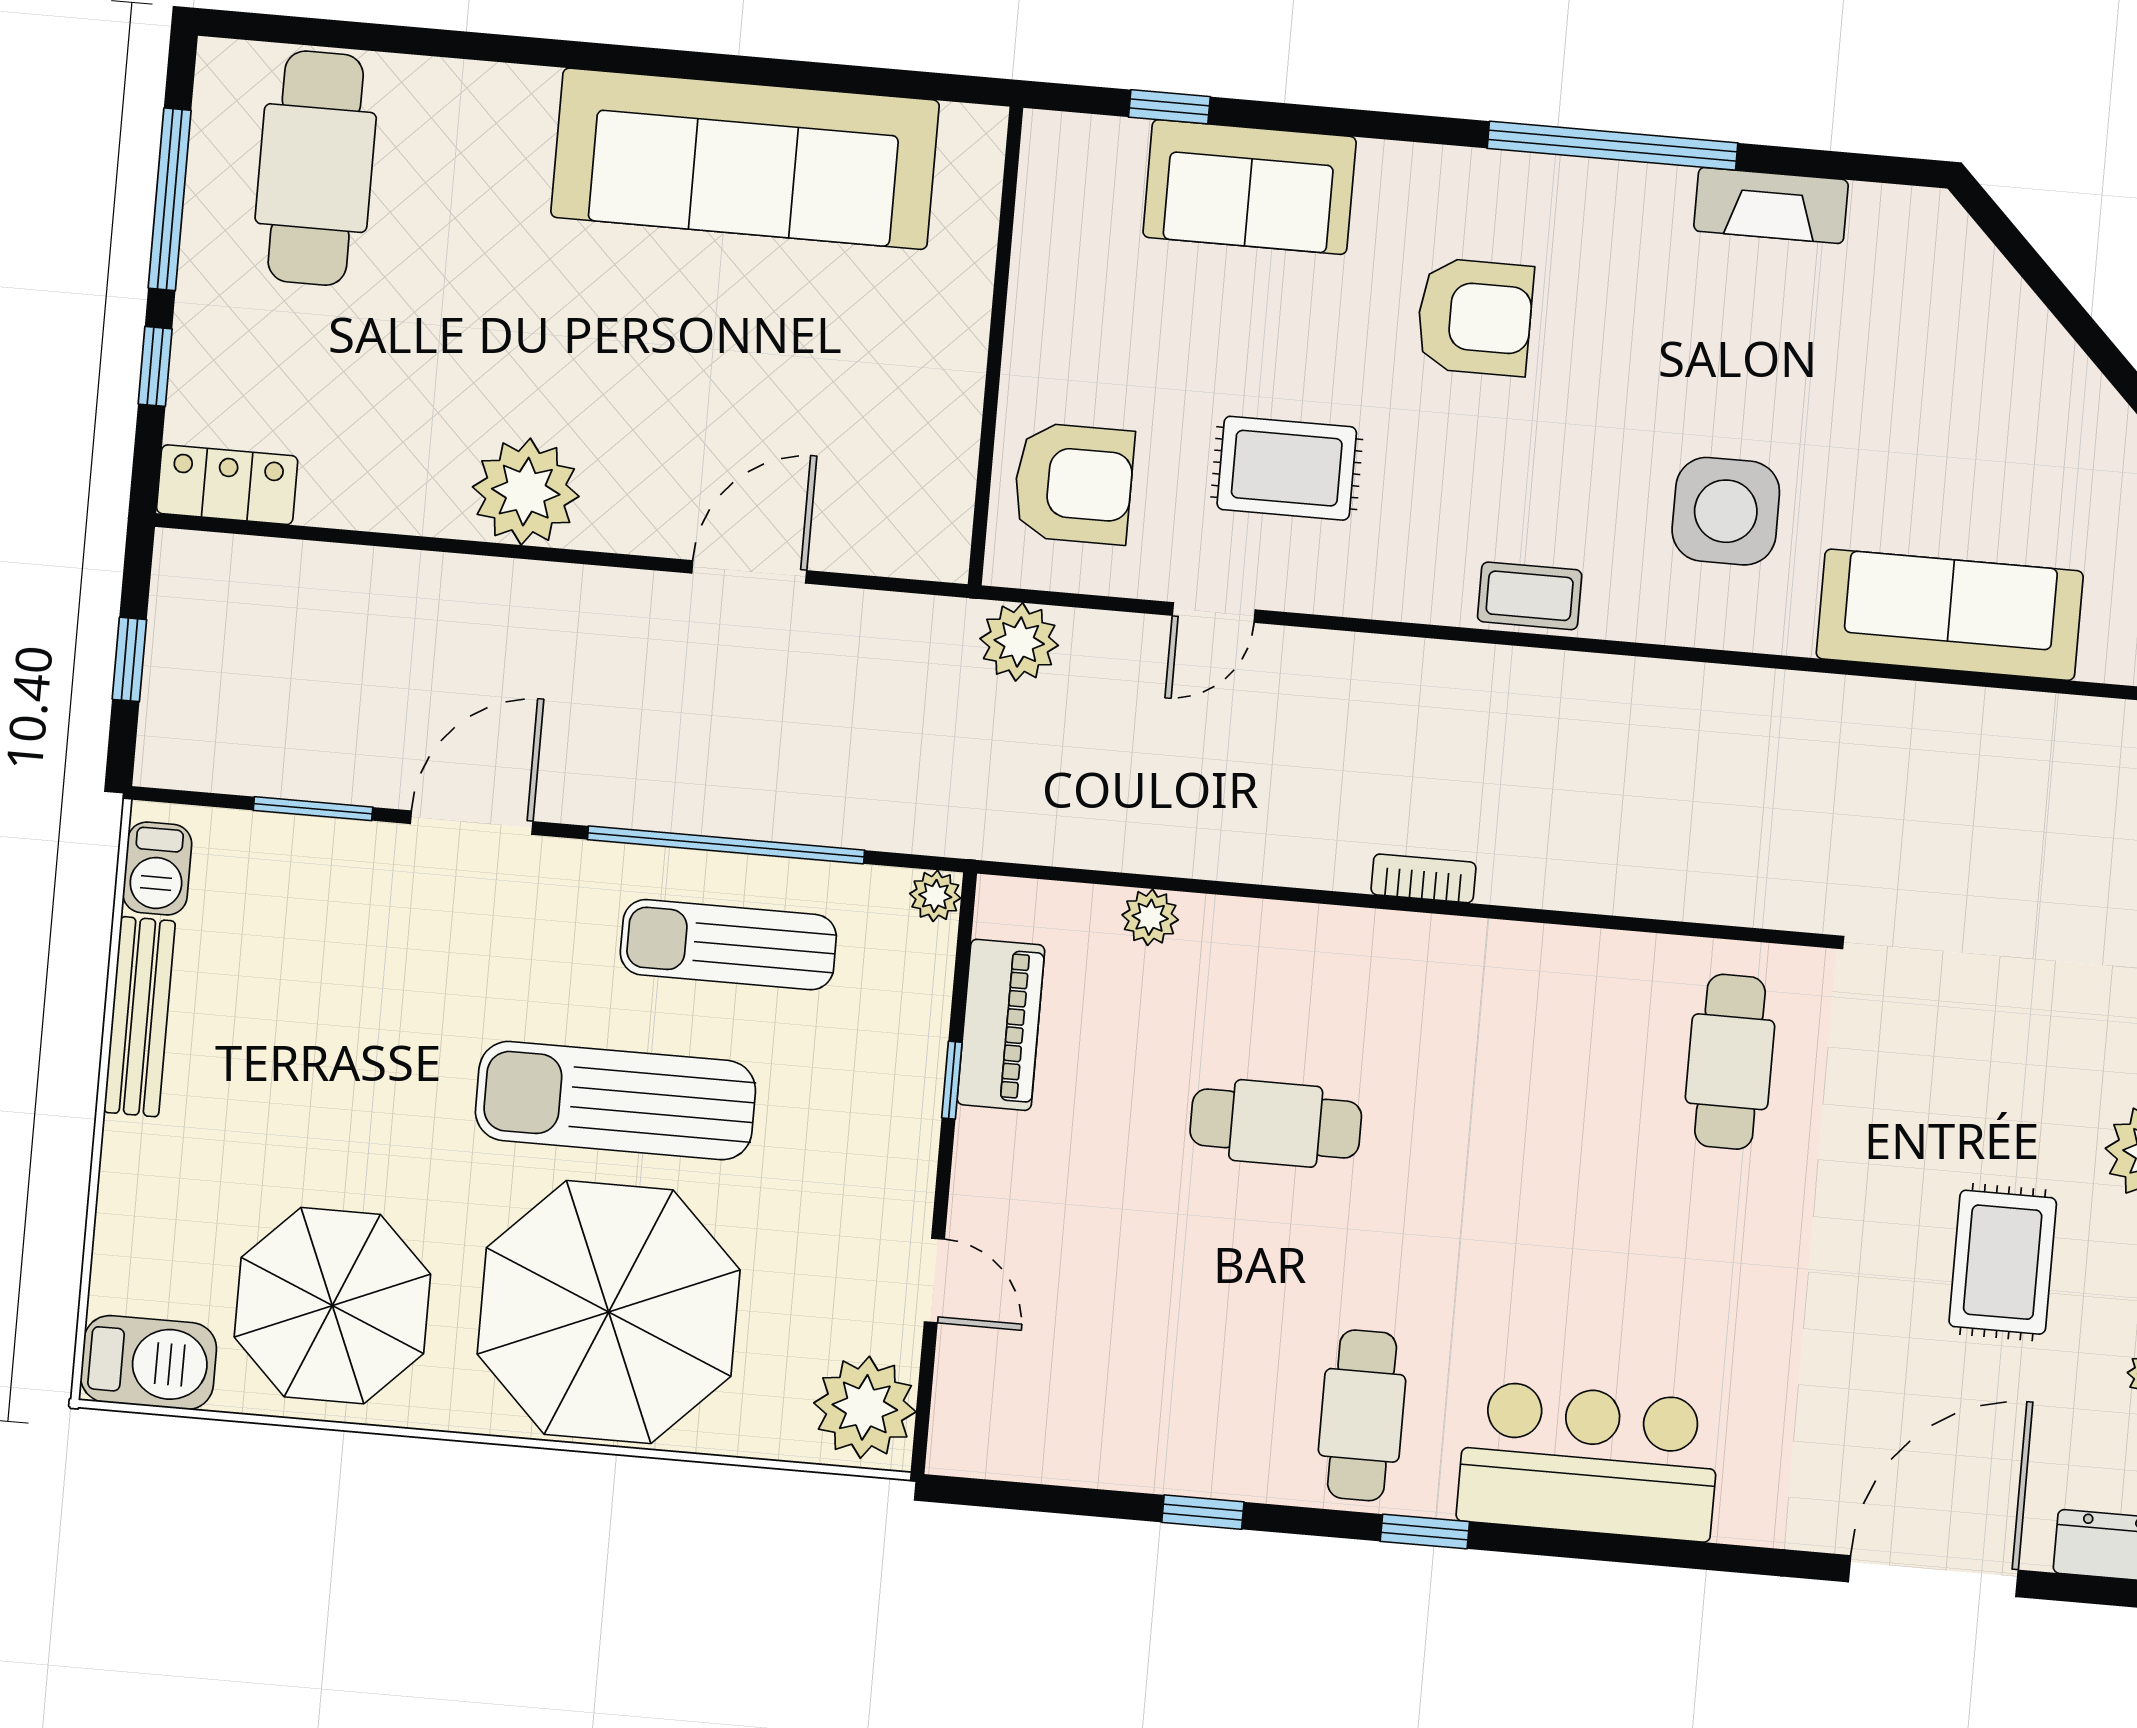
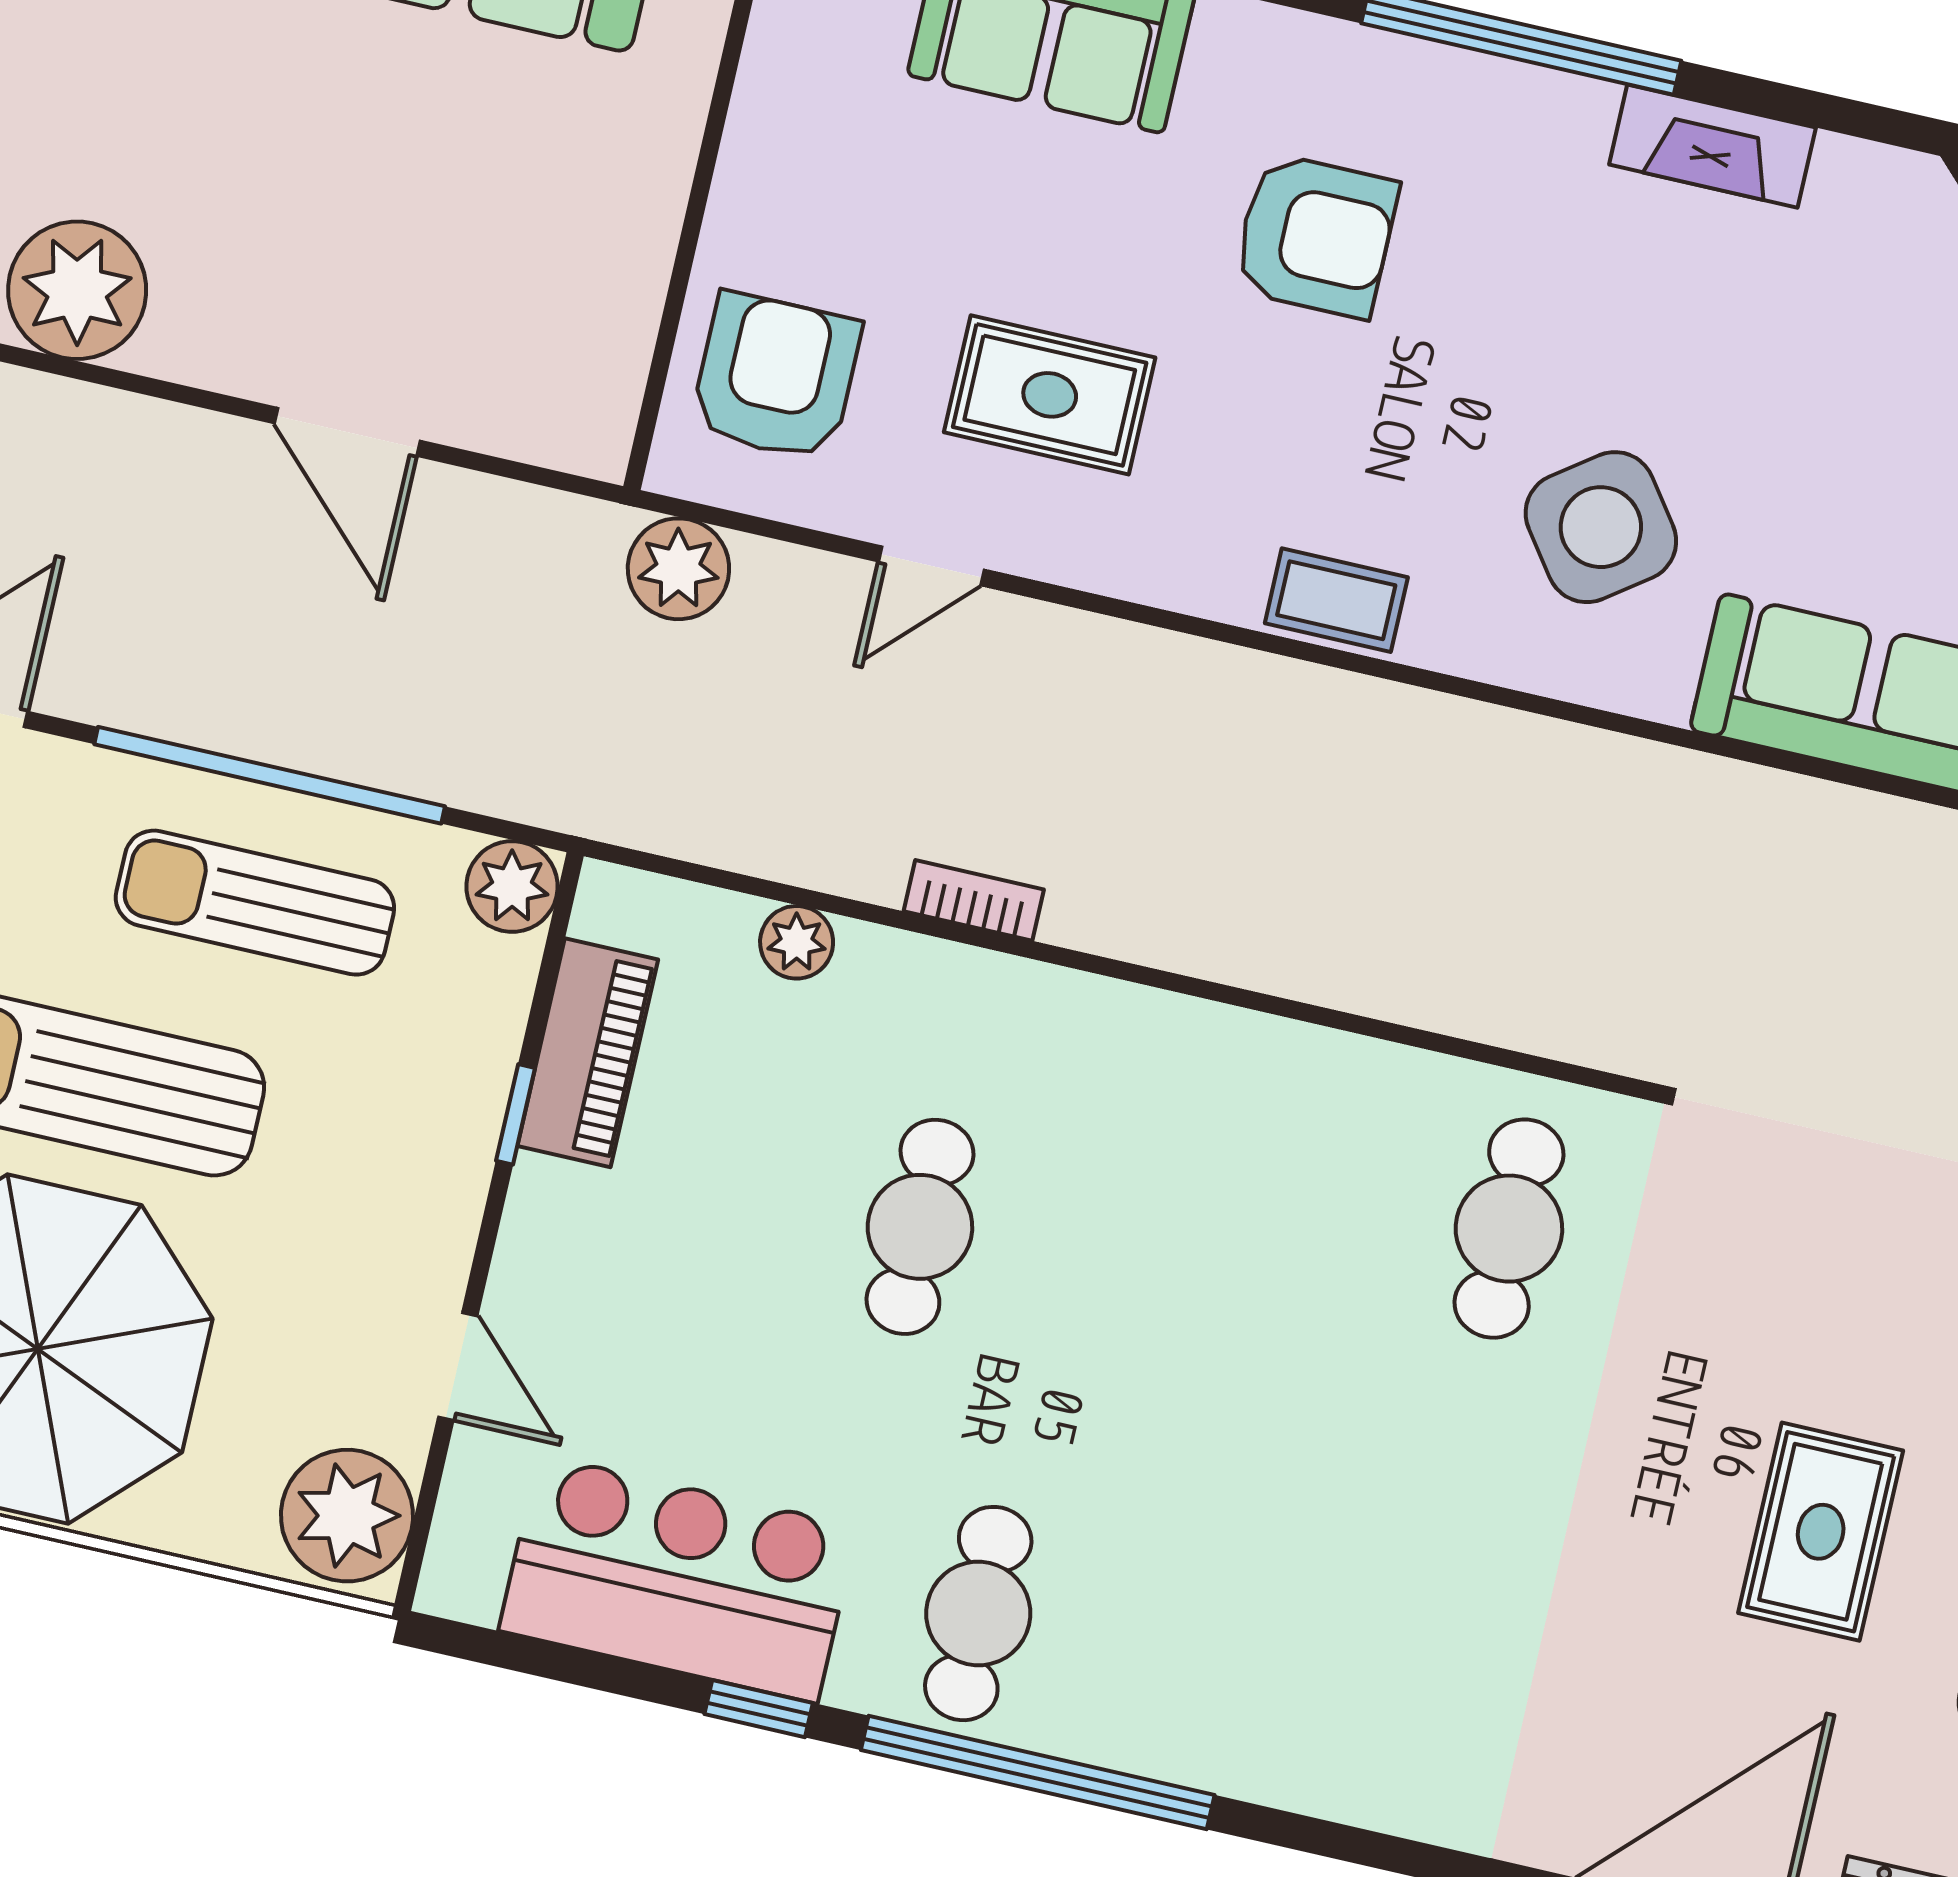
armchair: (1073, 483) -> (776, 377), turned -90
side table: (1726, 511) -> (1601, 527), turned -36
door: (749, 572) -> (347, 432), swing flipped
bookcase: (1423, 878) -> (974, 900), moved
plant: (935, 896) -> (512, 886), width x1.38, depth x1.38
cafe table: (1276, 1123) -> (920, 1227), turned 90
bar counter: (1589, 1461) -> (678, 1579), moved
window: (1425, 1532) -> (1038, 1773), width x3.17

